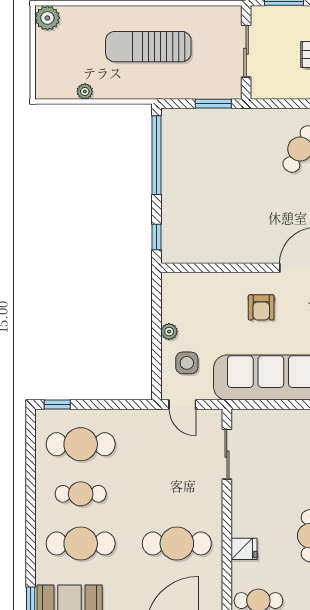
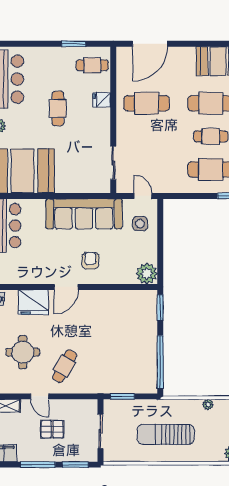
sun lounger: (148, 47) -> (166, 434), turned 180
window: (156, 237) -> (160, 308), width x1.50
plant: (169, 332) -> (147, 274), moved, width x1.88, depth x1.88

